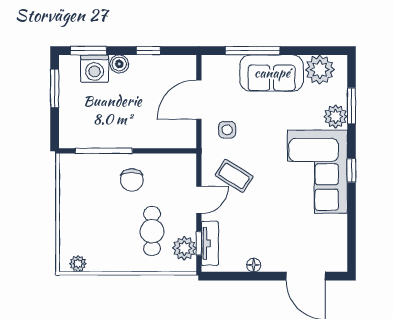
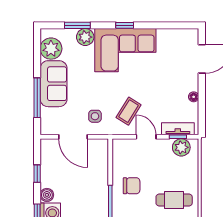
cafe table: (152, 231) -> (174, 200), moved

